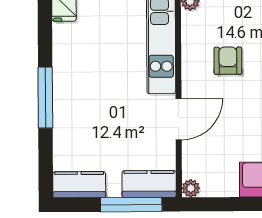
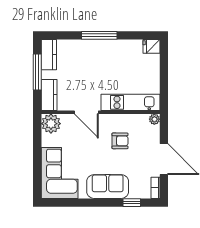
plant: (191, 188) -> (51, 124), width x1.87, depth x1.87
window: (131, 205) -> (37, 72), moved

